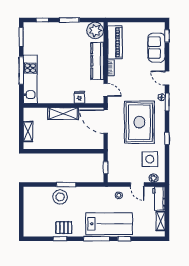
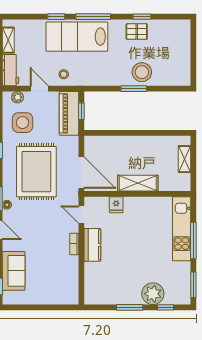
plant: (95, 30) -> (153, 294), moved
piano: (115, 42) -> (69, 113), moved
kitchen counter: (97, 61) -> (92, 245), width x0.67

